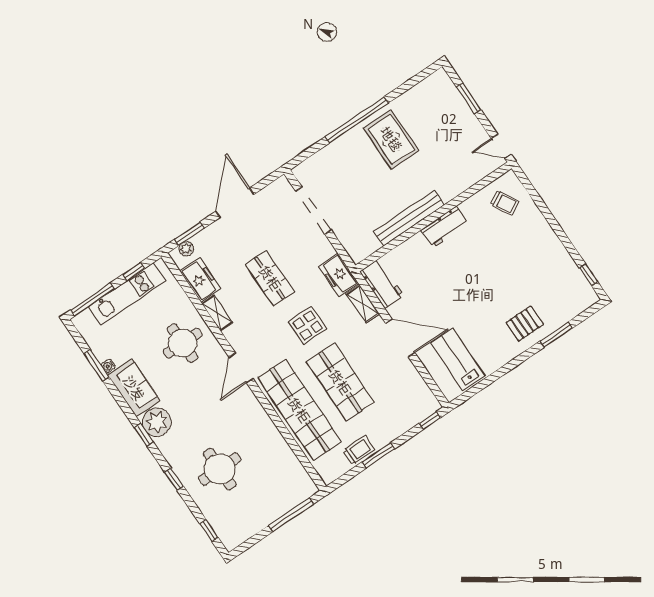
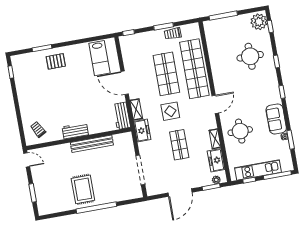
plant: (157, 422) -> (259, 22), moved

